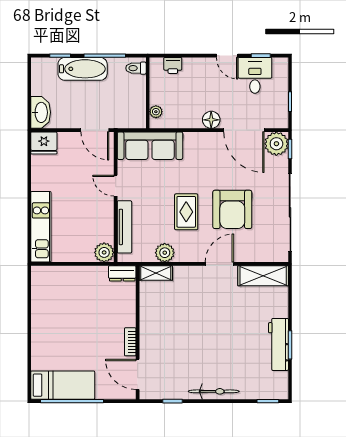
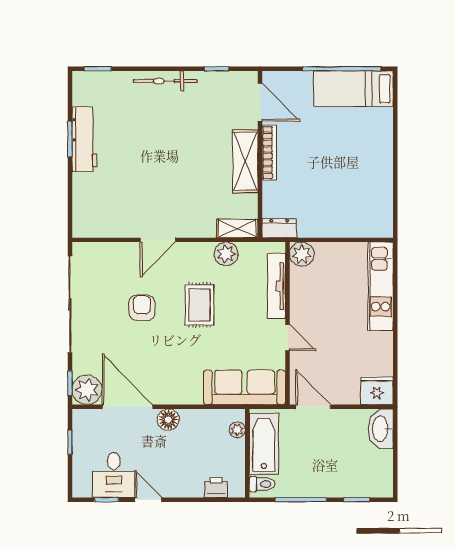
bathtub: (83, 69) -> (264, 444), moved, turned 90
armchair: (232, 209) -> (142, 308), width x0.53, depth x0.53
shelving: (263, 276) -> (245, 161), moved, turned 90
bookcase: (130, 342) -> (269, 153), width x1.56

